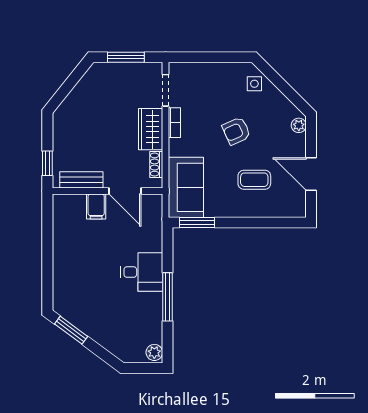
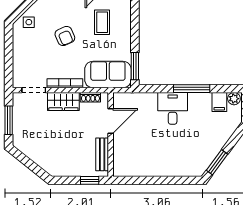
bookcase: (174, 123) -> (65, 83), width x1.56
filing cabinet: (96, 207) -> (219, 102), moved, turned 90

